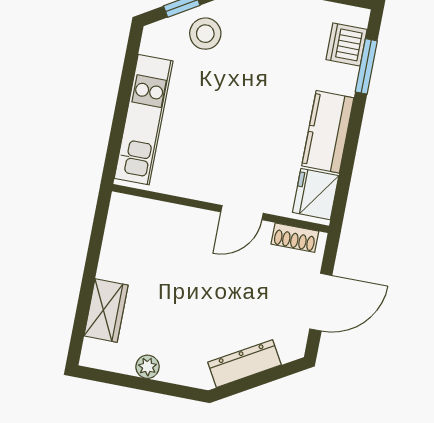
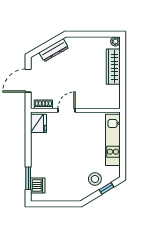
kitchen counter: (328, 132) -> (38, 149), removed
wardrobe: (106, 311) -> (113, 67), width x1.50
plant: (147, 367) -> (115, 41), moved

